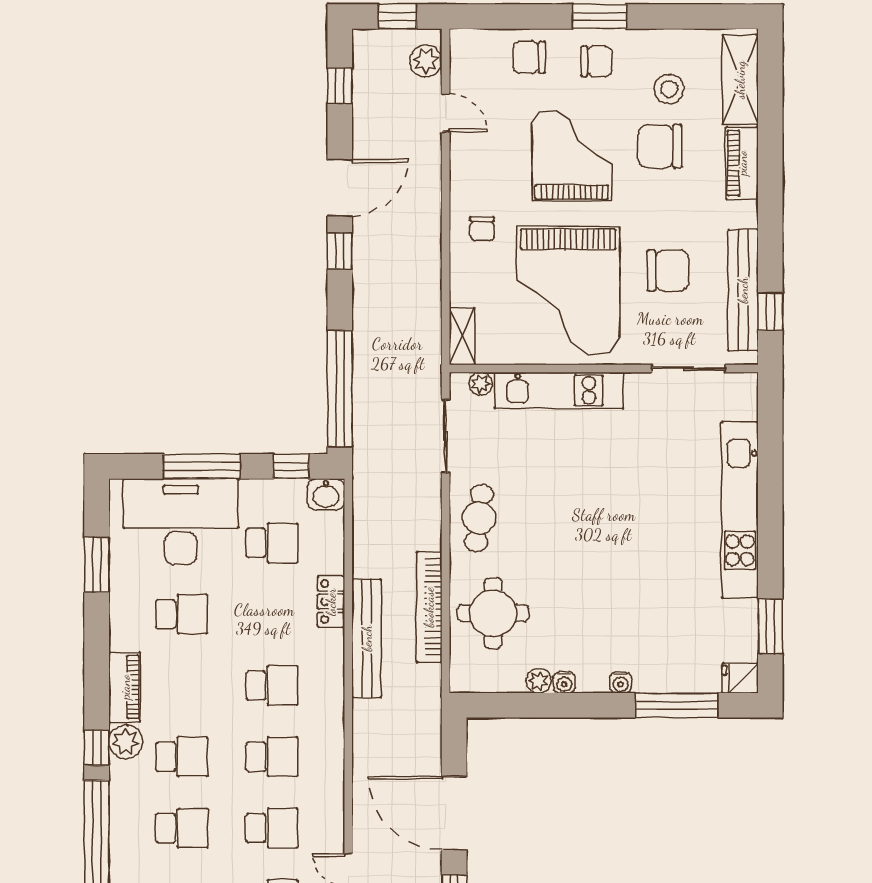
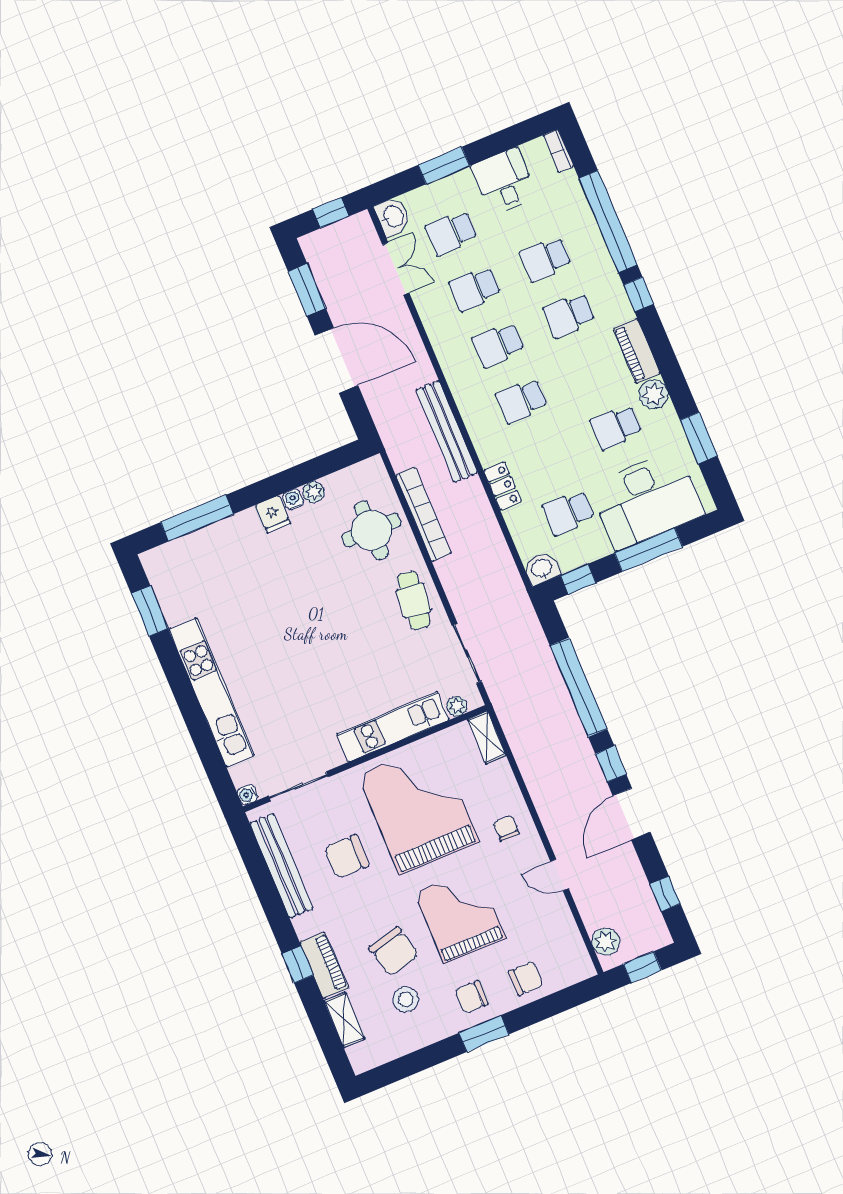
shelving: (740, 80) -> (344, 1020), width x0.67, depth x0.75
door: (446, 113) -> (559, 875), moved
chair: (660, 146) -> (394, 951), turned 76
grand piano: (572, 156) -> (460, 915), turned 180
window: (770, 312) -> (298, 965), moved
window: (340, 389) -> (579, 687), moved
bench: (367, 638) -> (447, 431), moved
fridge: (740, 678) -> (273, 514), moved, turned 90
water cooler: (621, 683) -> (247, 795), moved, turned -90
plant: (126, 742) -> (653, 394), moved

